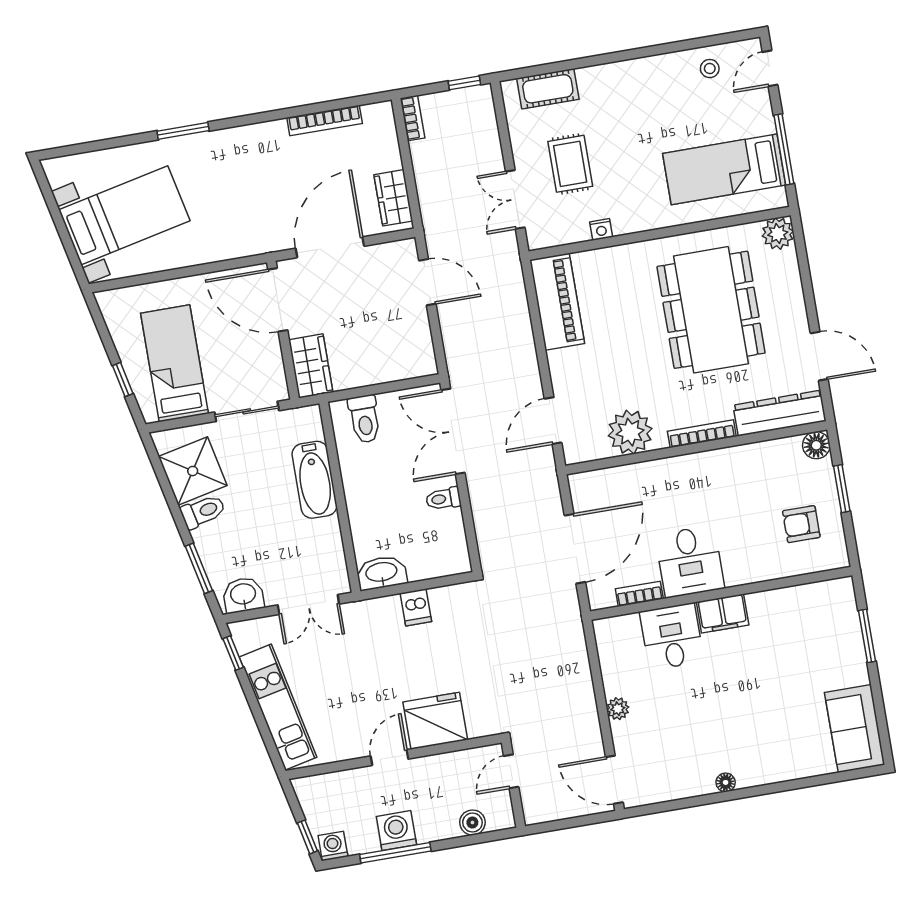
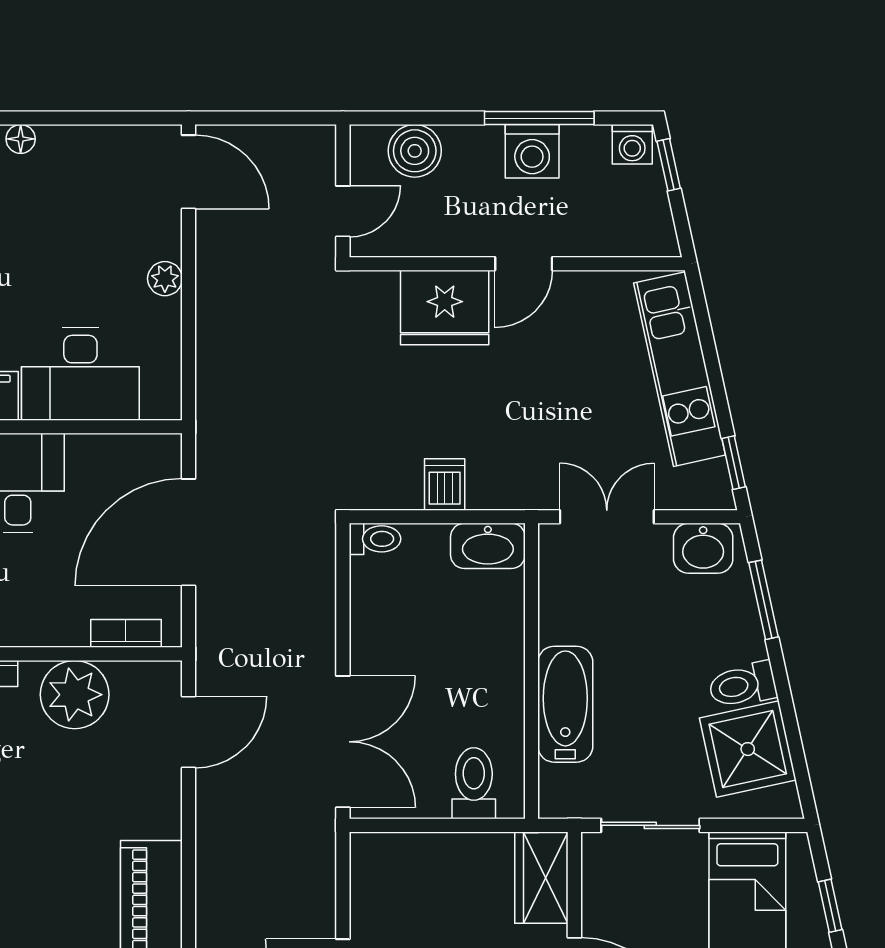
toilet: (443, 499) -> (375, 539), moved
bookcase: (639, 594) -> (126, 633), moved, turned 180
desk: (672, 637) -> (80, 374), width x1.37
boiler: (472, 822) -> (415, 151), width x1.36, depth x1.36

